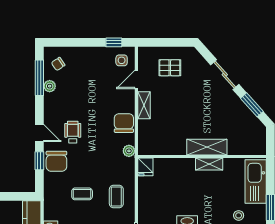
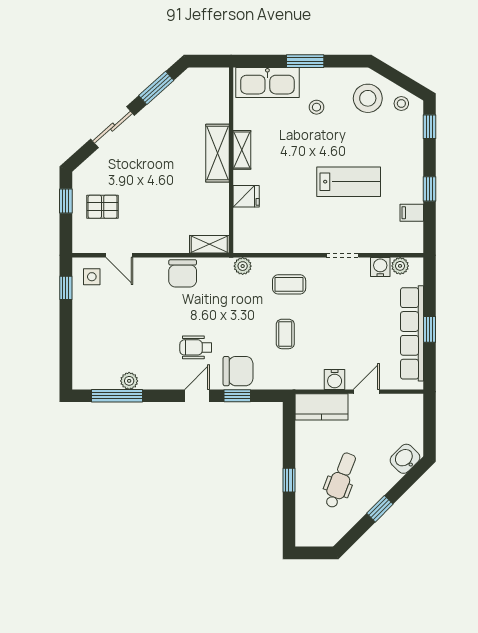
window: (174, 42) -> (66, 201), added
chair: (58, 64) -> (97, 369), removed
pallet: (170, 68) -> (103, 207), turned 90
shelving: (144, 105) -> (209, 244), moved
chair: (124, 123) -> (183, 273), turned -90
plant: (129, 151) -> (243, 266), moved
fridge: (145, 167) -> (246, 196), moved

